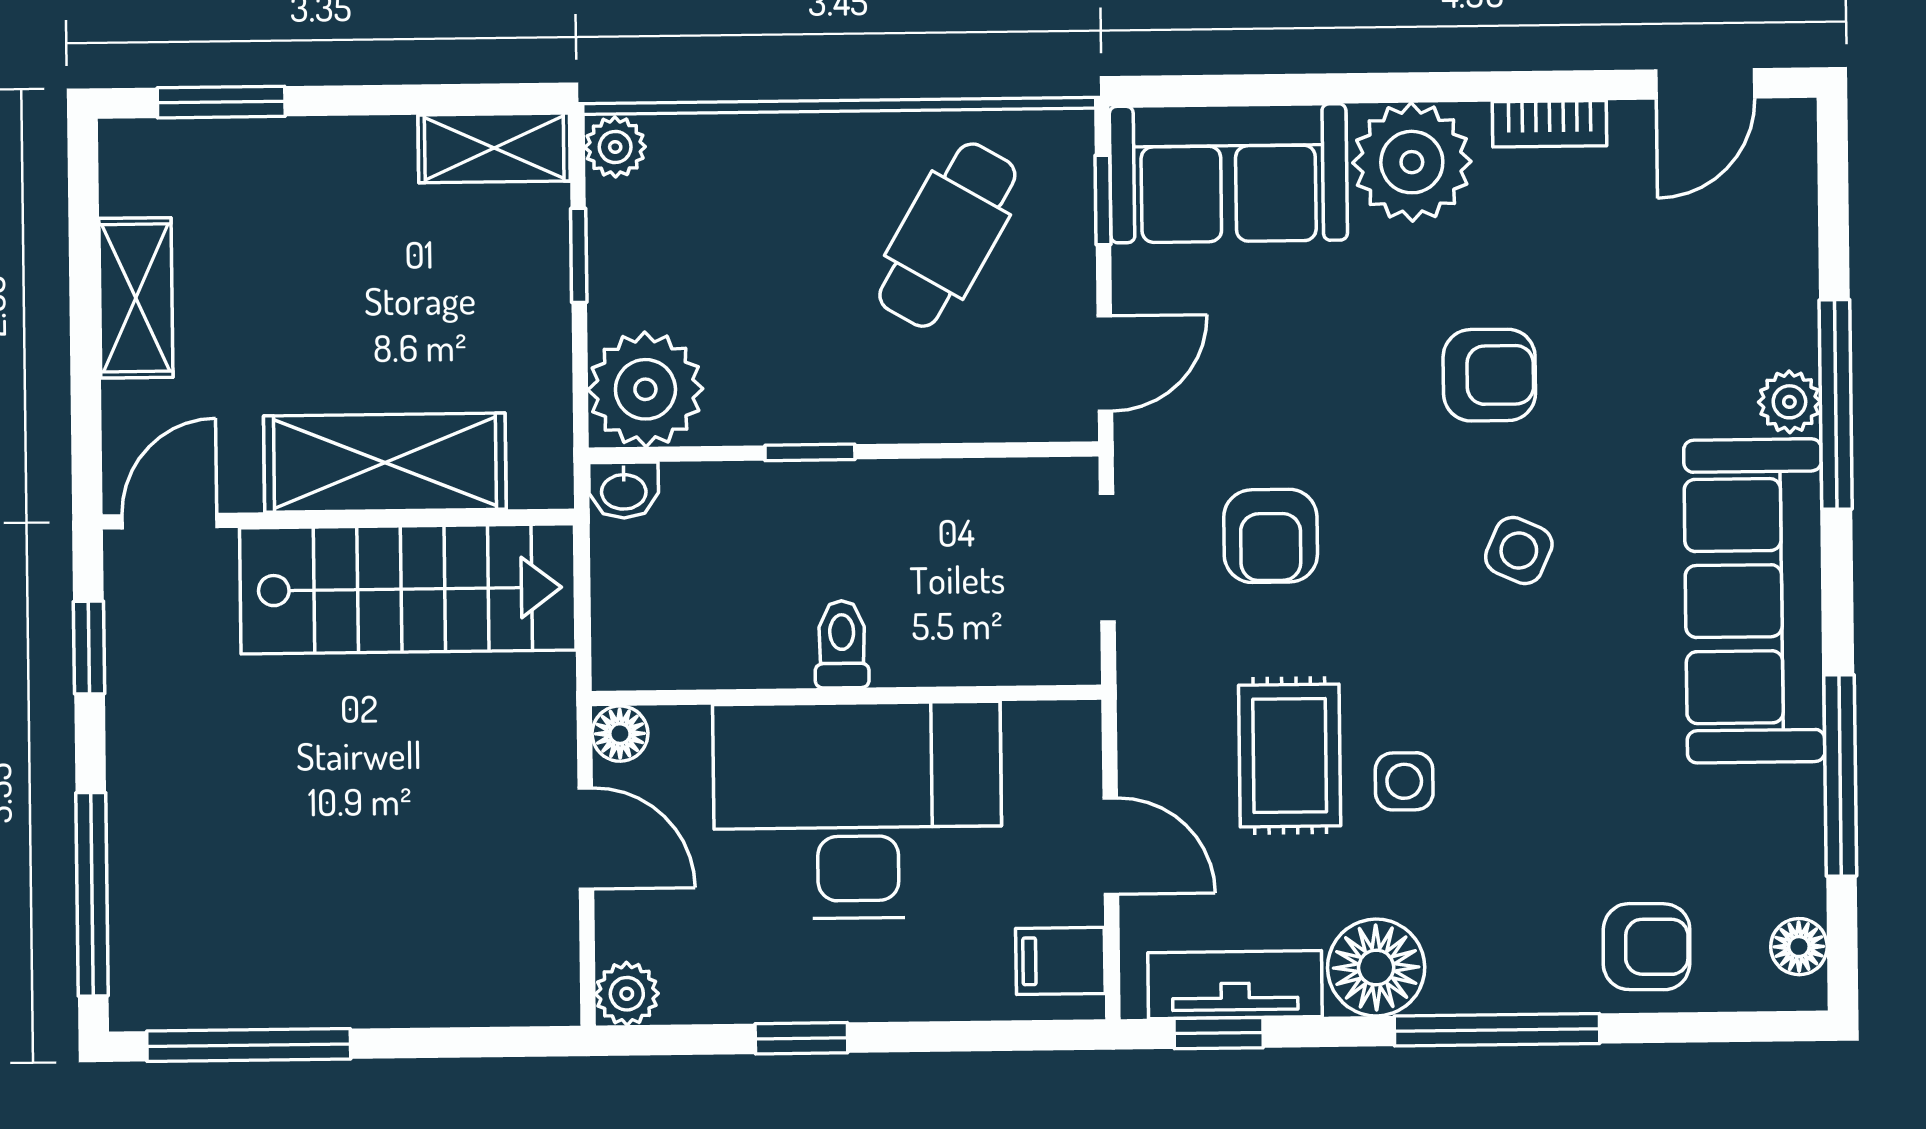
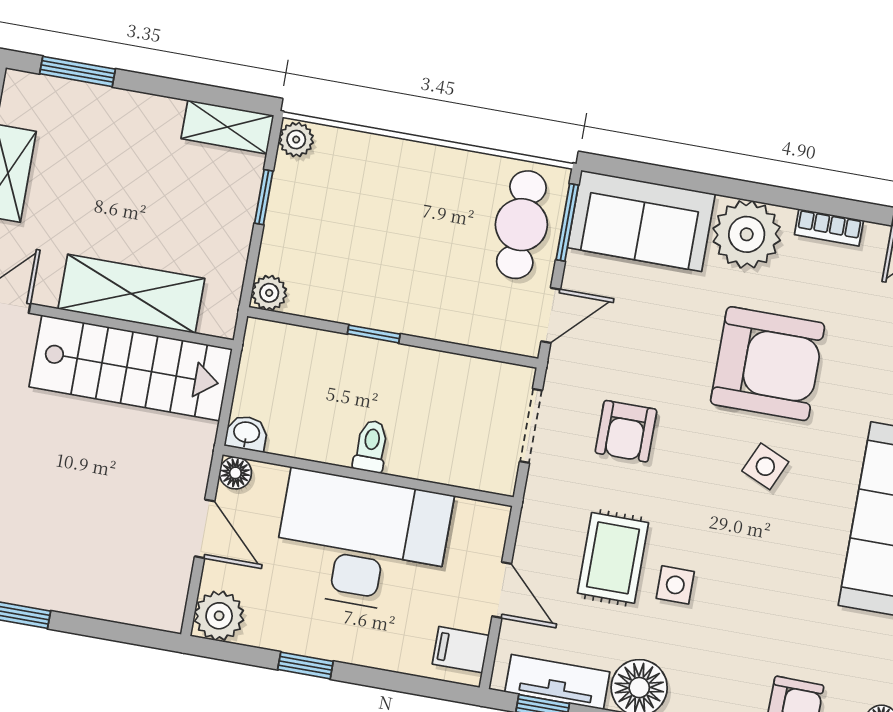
window: (1103, 200) -> (567, 222), width x1.50
cafe table: (947, 235) -> (521, 225), moved, turned -30
armchair: (1489, 375) -> (768, 364), width x1.88, depth x1.88
plant: (645, 389) -> (269, 293), width x0.53, depth x0.53
washbasin: (624, 490) -> (246, 433), moved, turned 180
plant: (627, 994) -> (219, 616), width x1.38, depth x1.38

